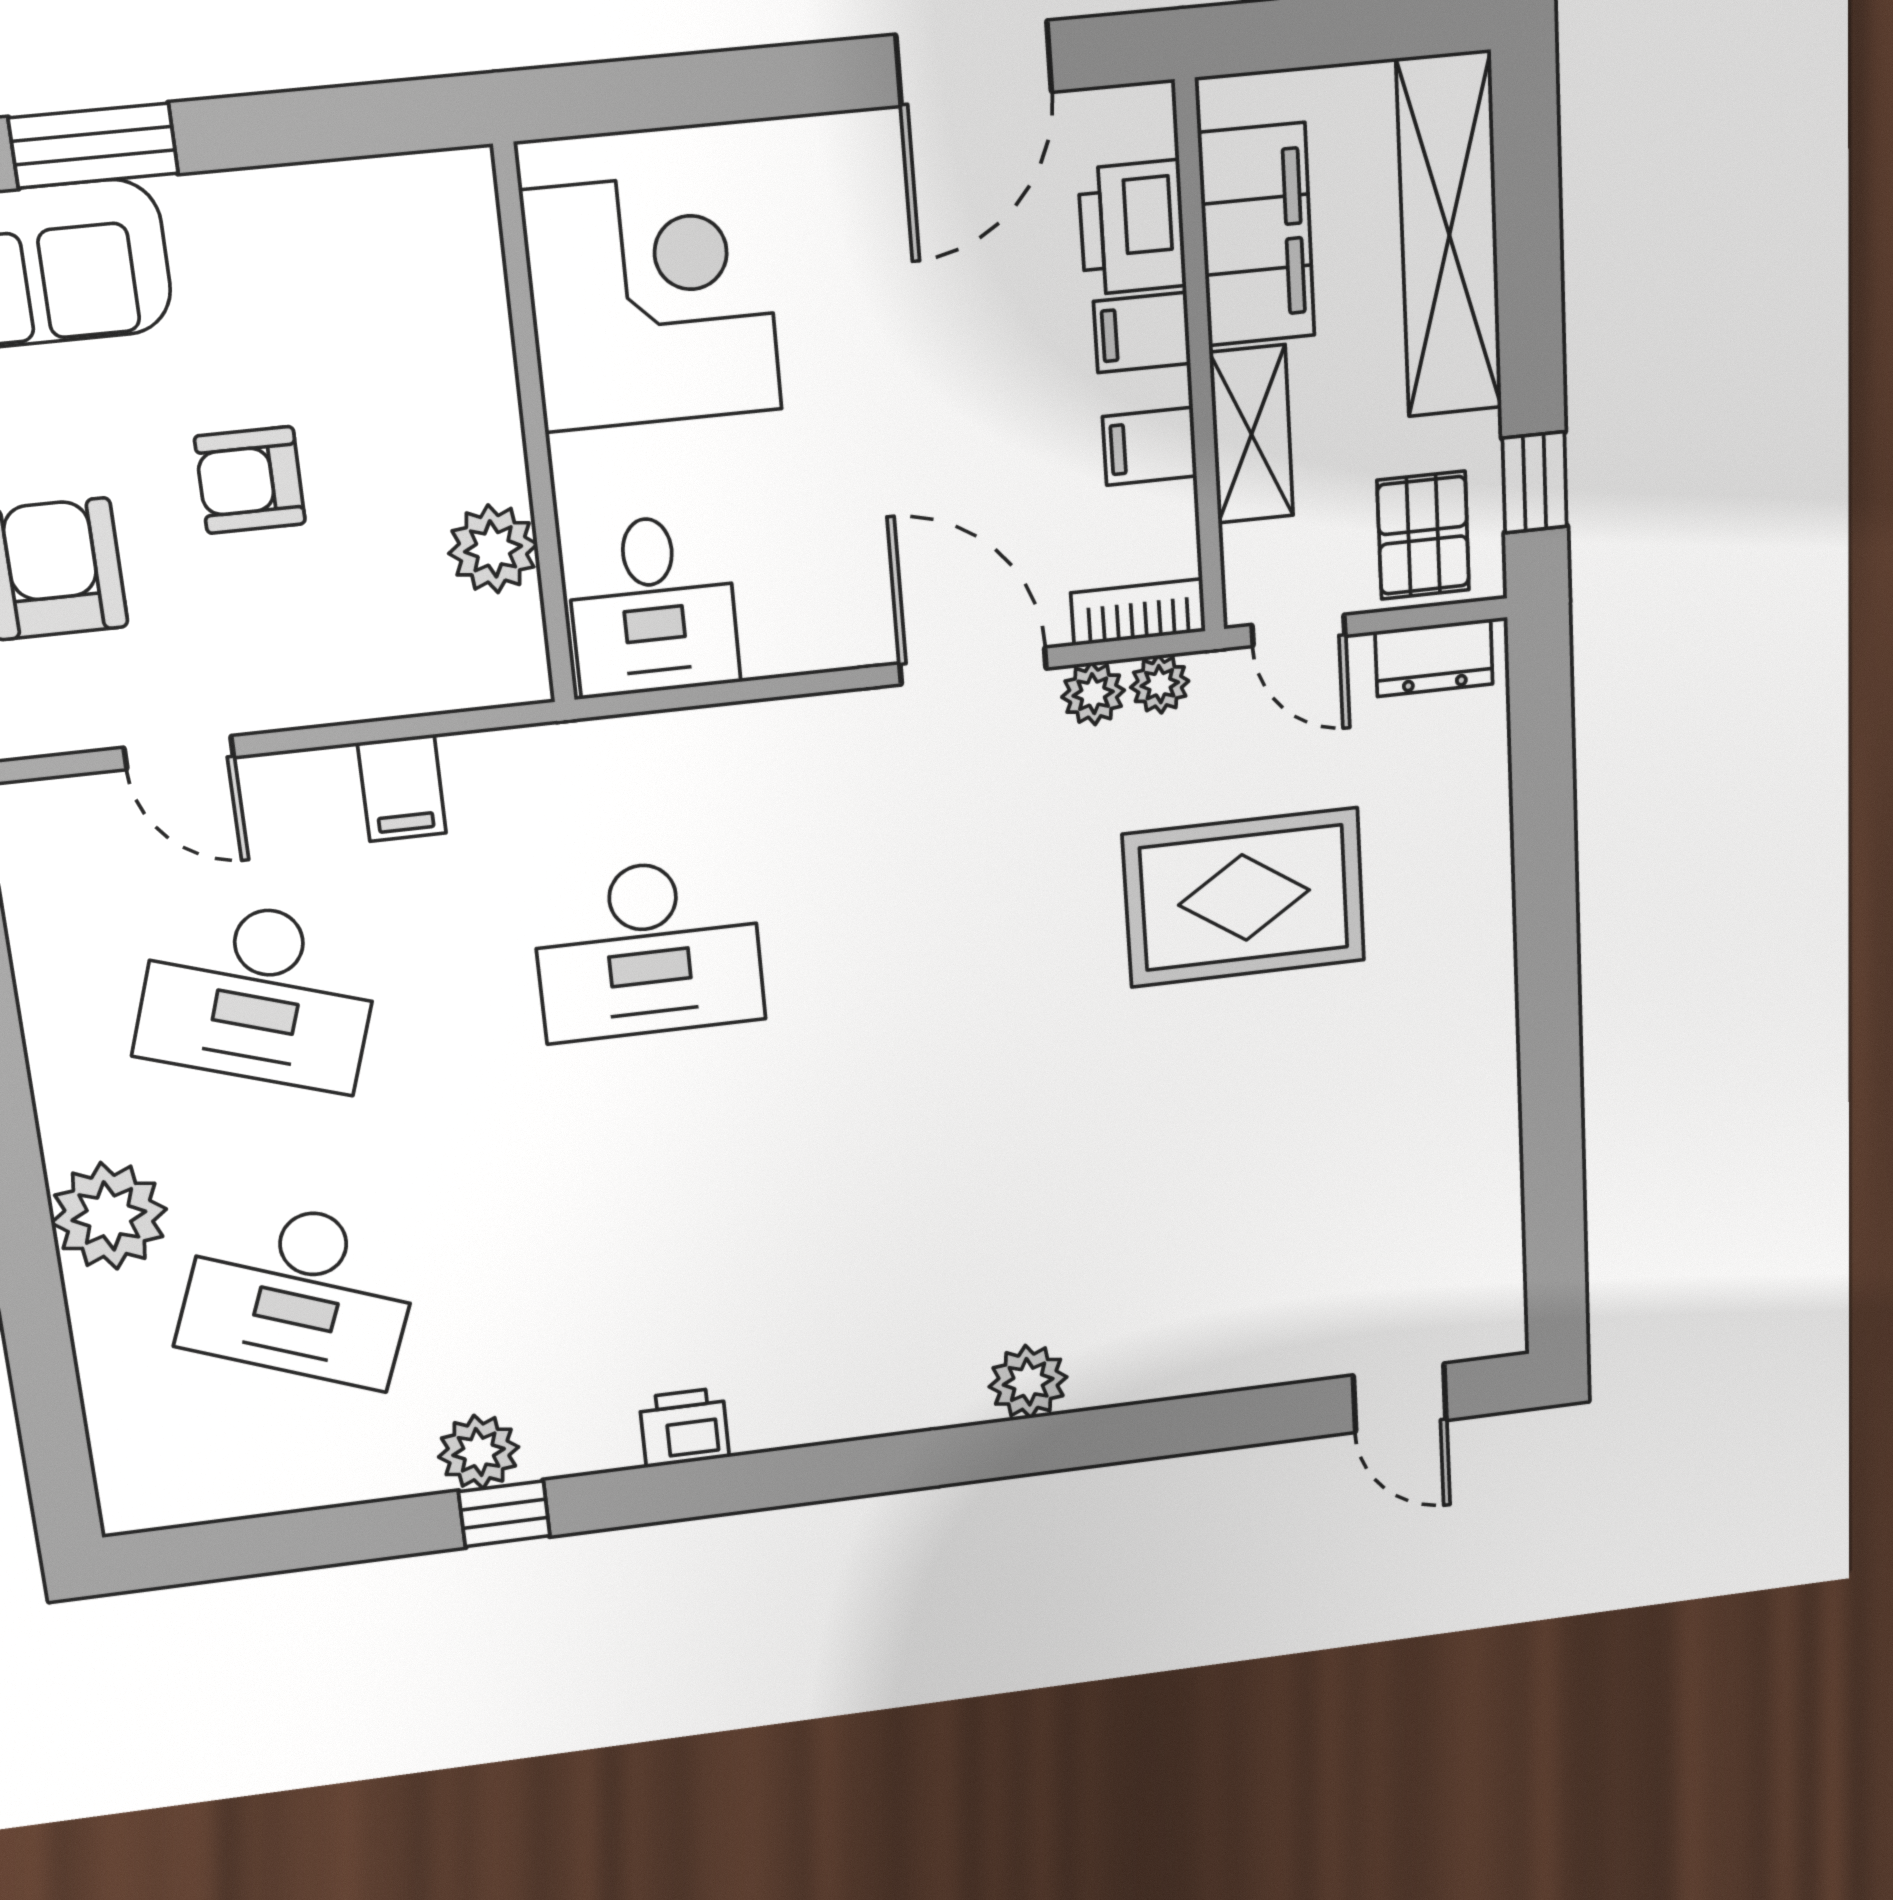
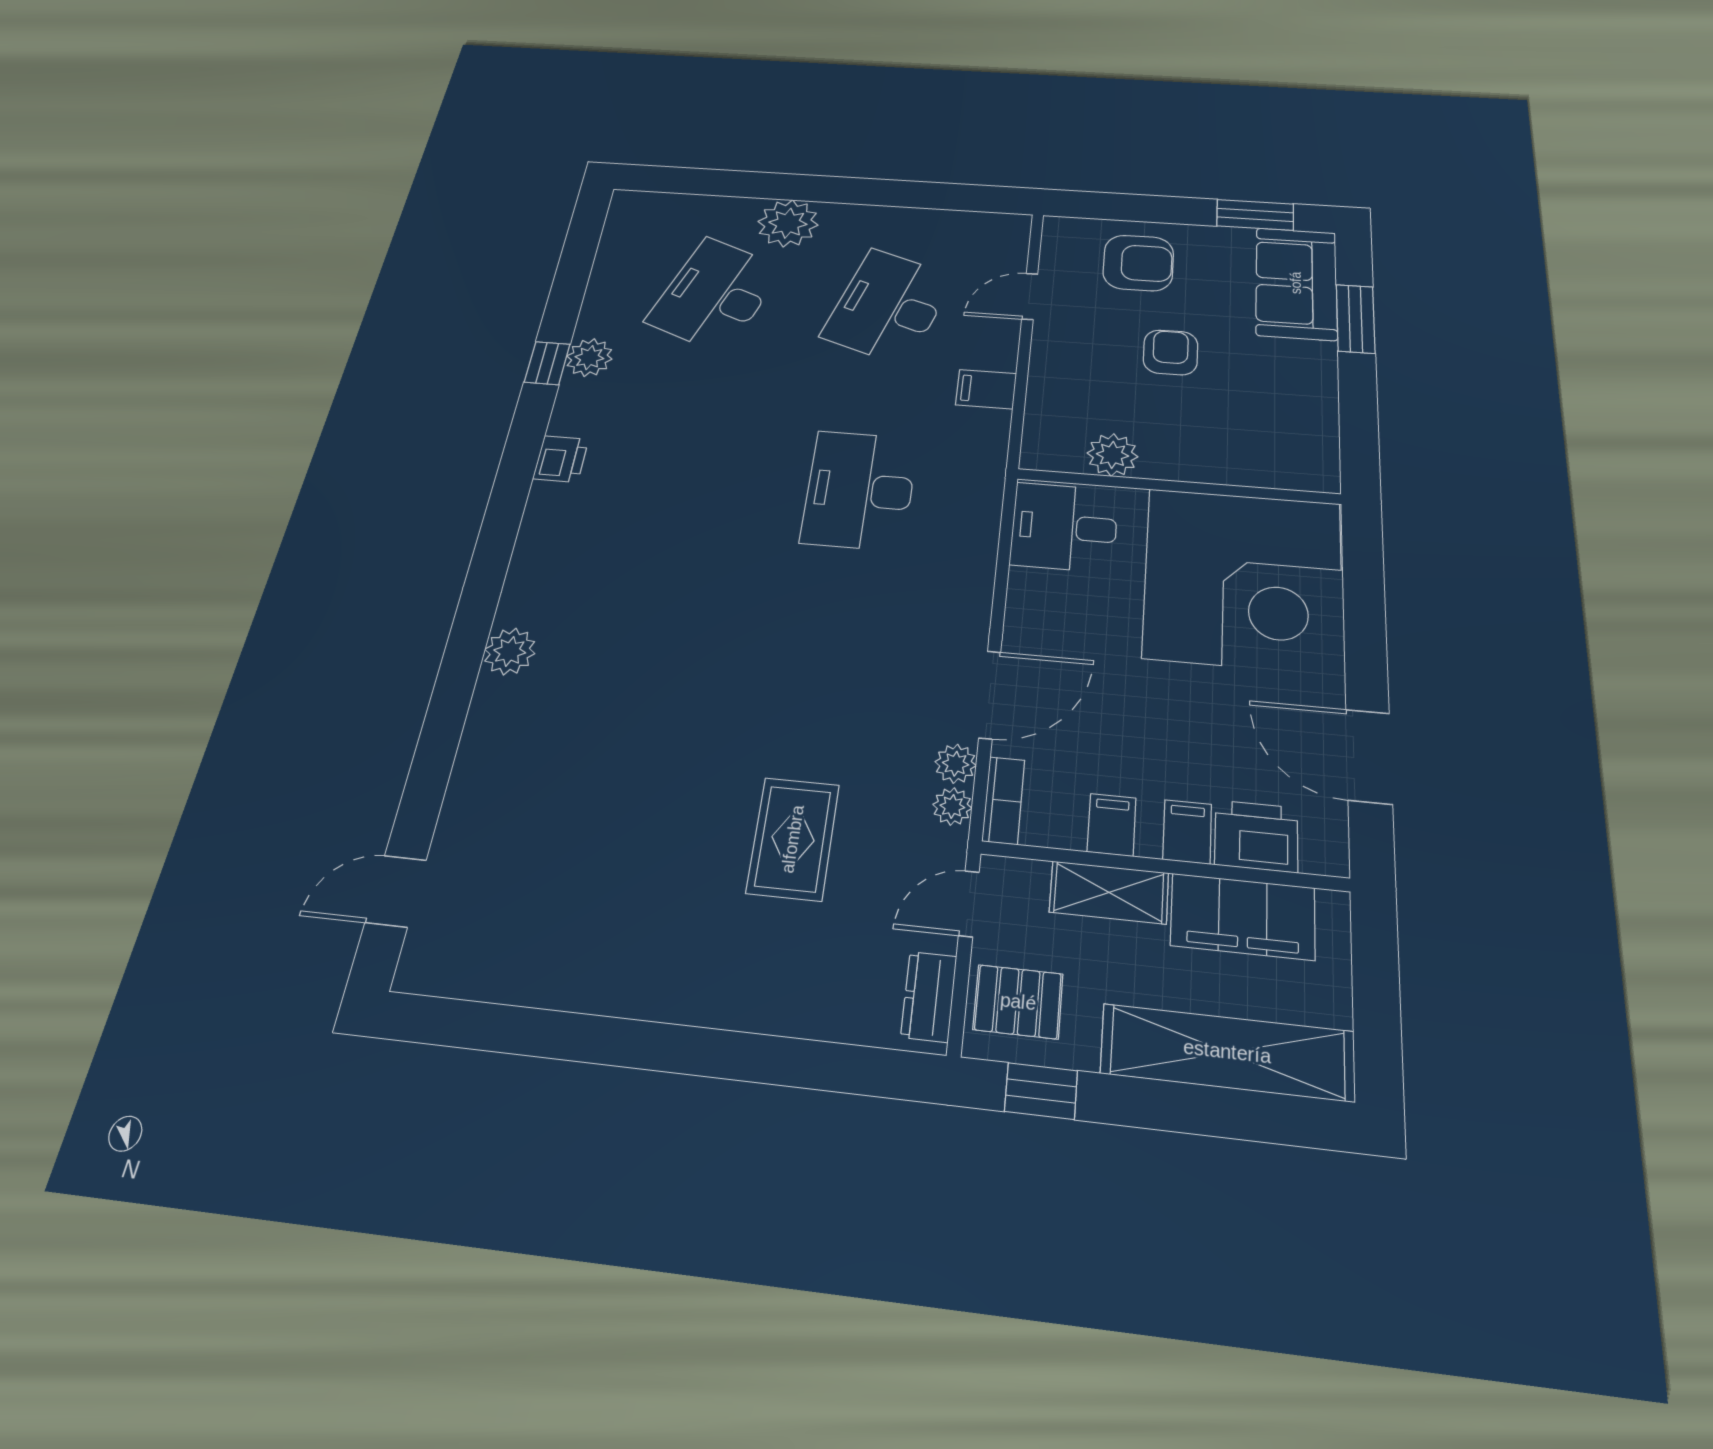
corner desk: (652, 301) -> (1243, 579), width x1.36, depth x1.36
rug: (1244, 898) -> (793, 839), width x0.73, depth x0.70

